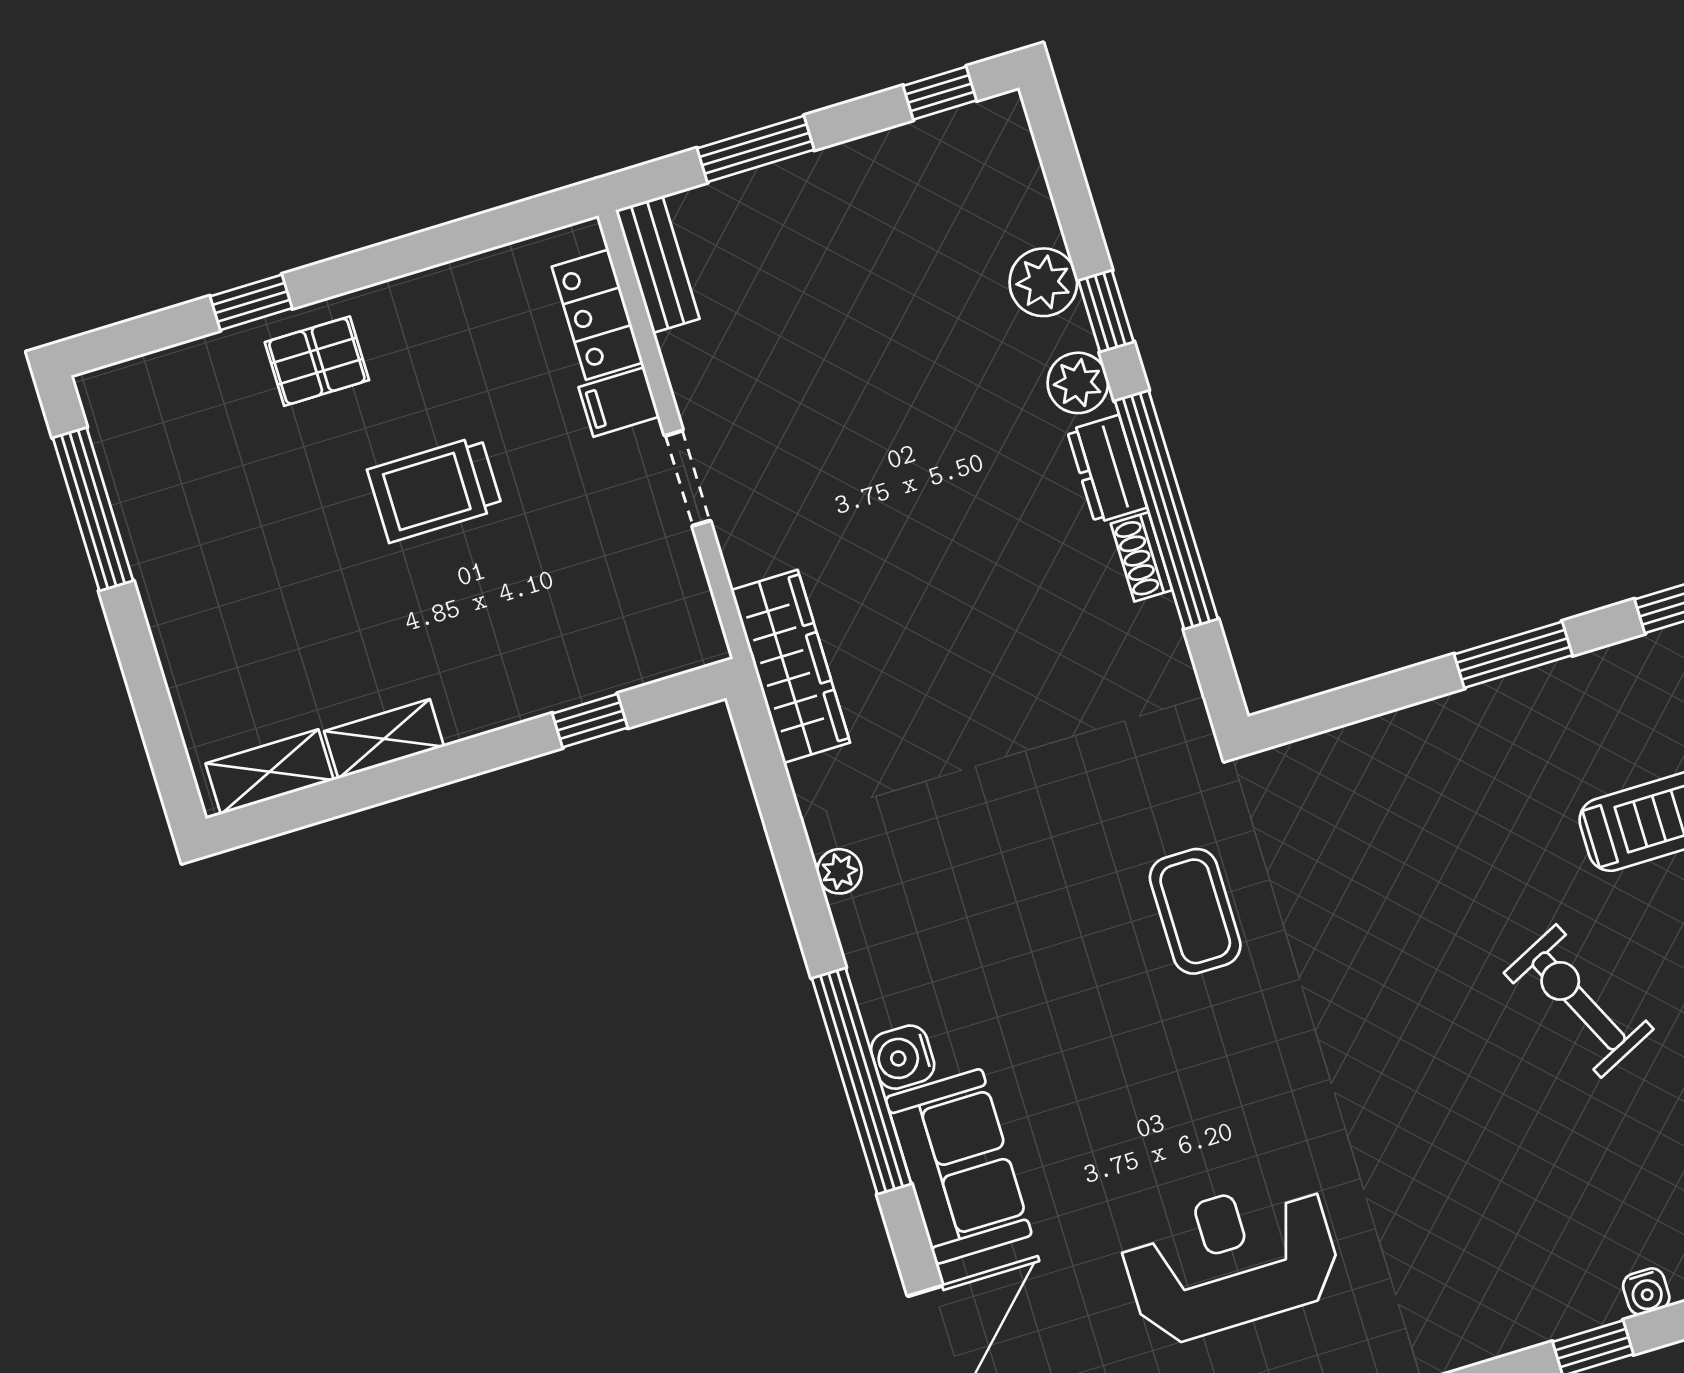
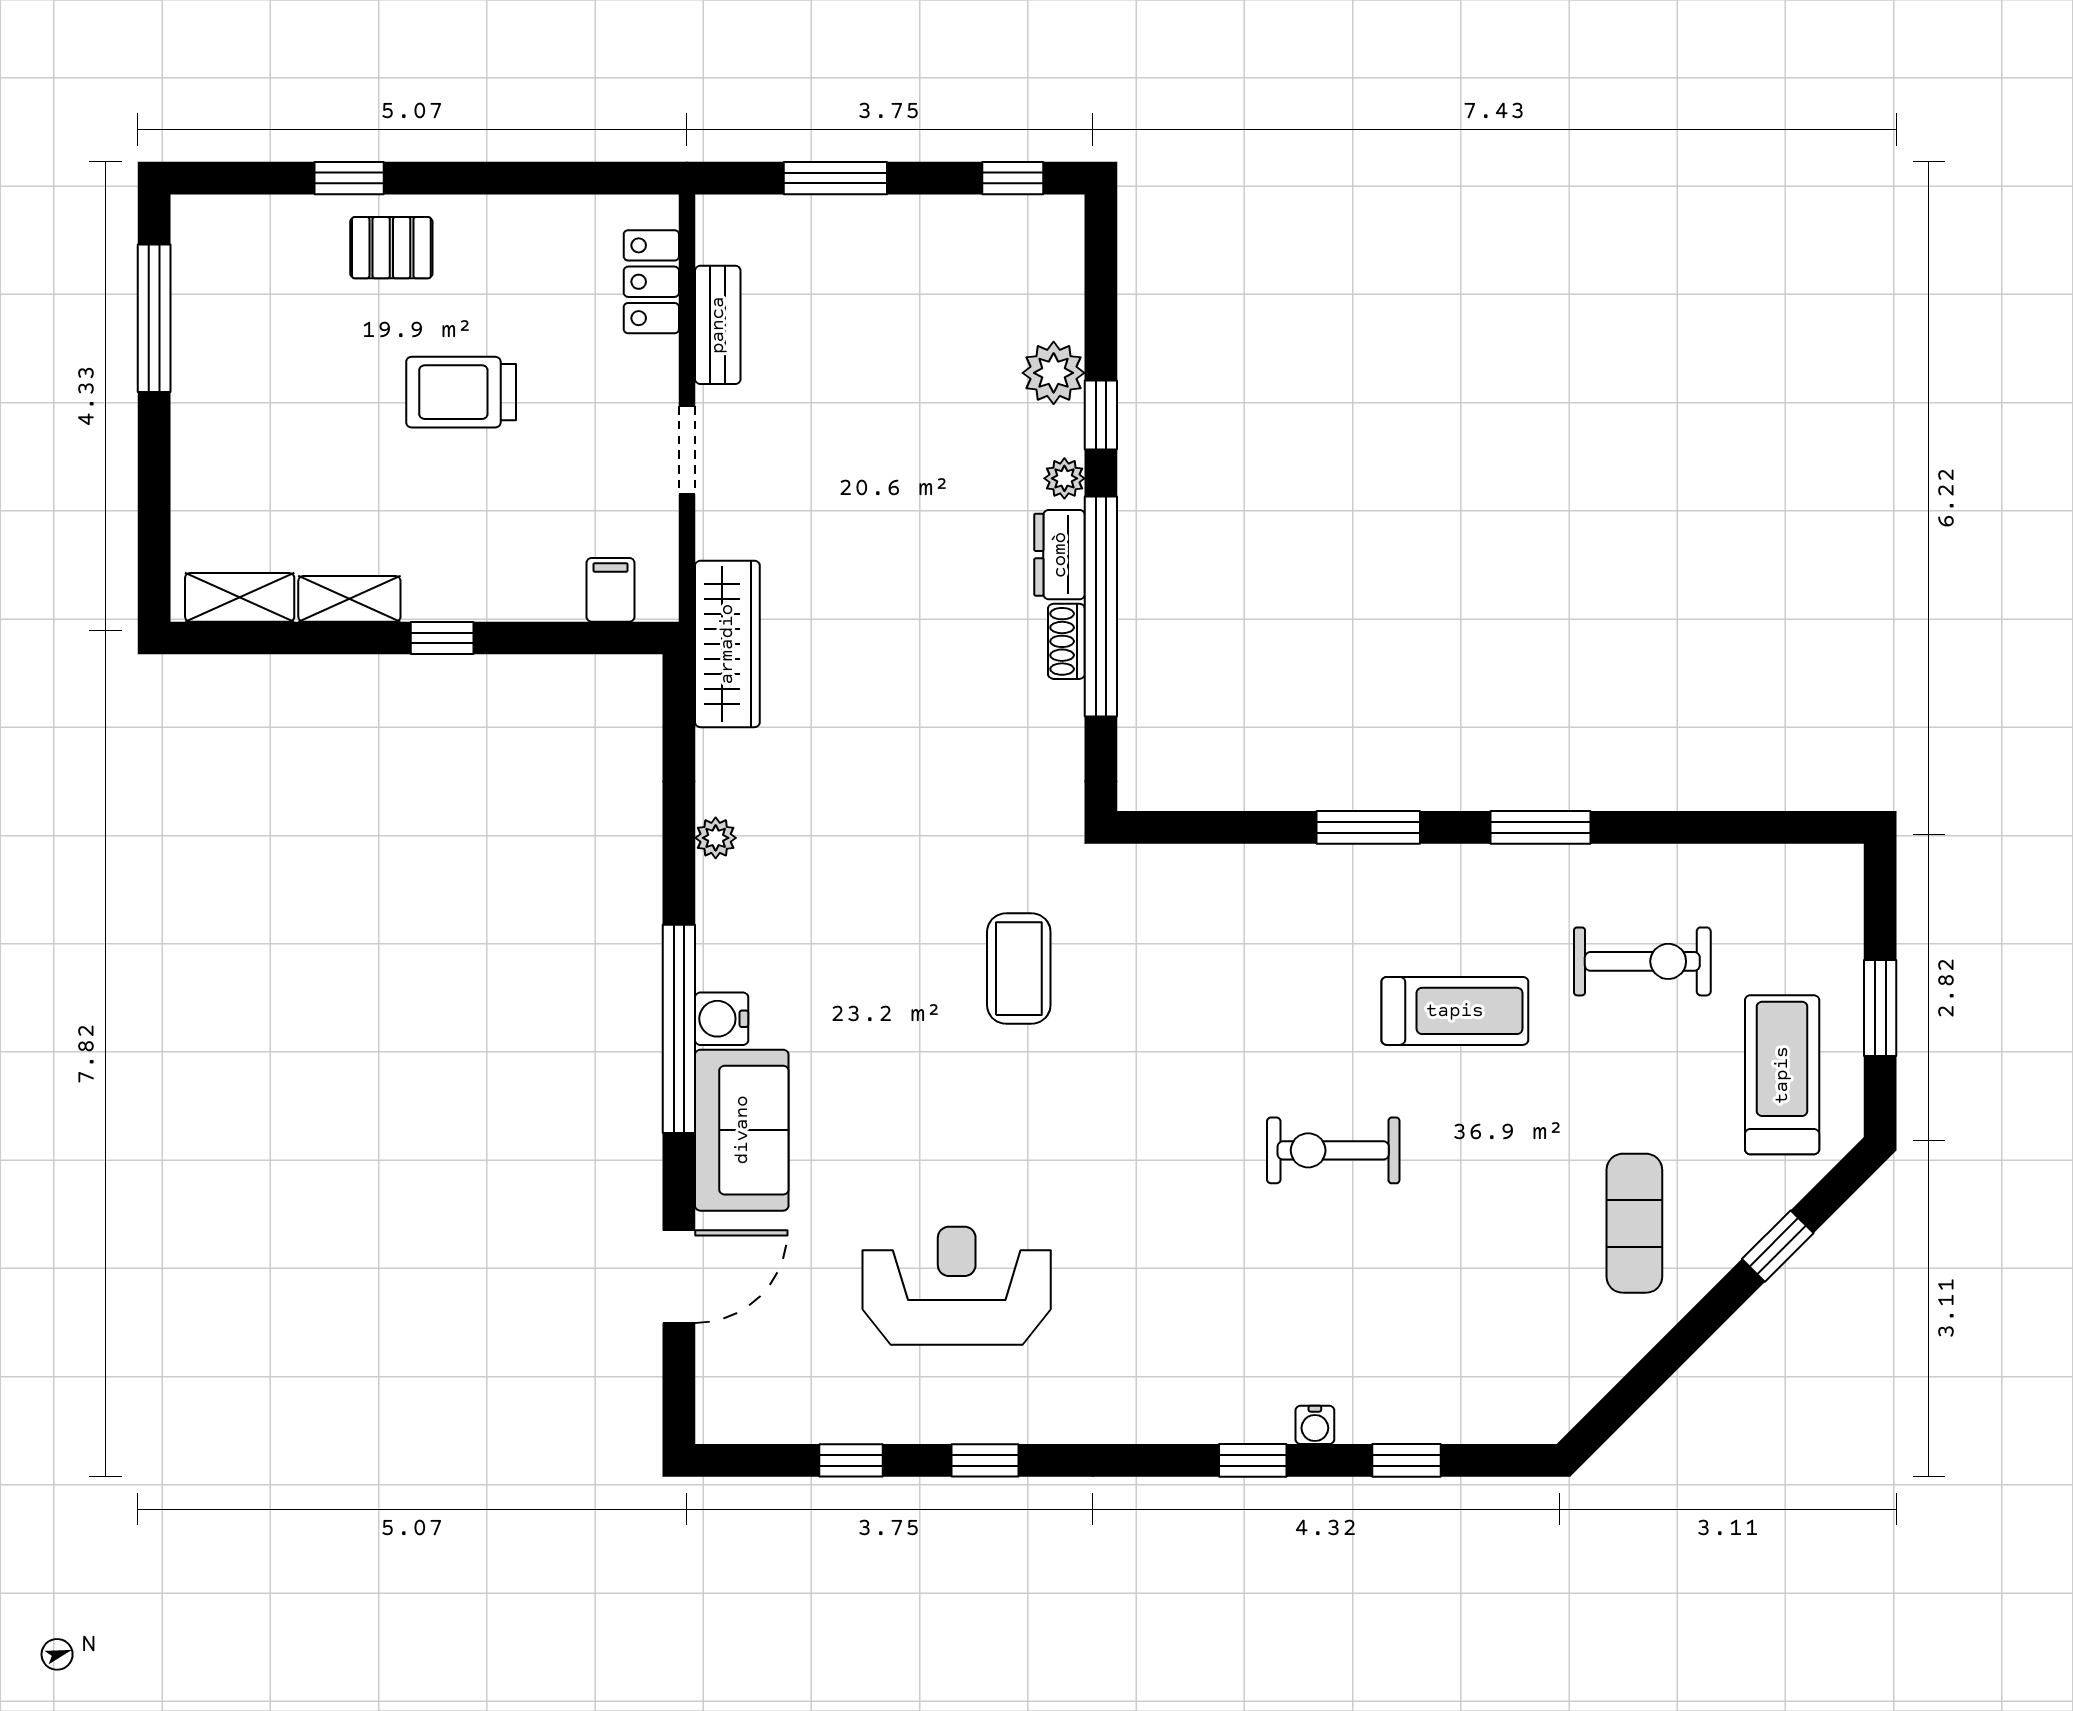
bench: (657, 264) -> (718, 325), moved
plant: (1078, 383) -> (1064, 478), width x0.73, depth x0.73
filing cabinet: (619, 402) -> (610, 590), moved, turned 90
window: (590, 721) -> (442, 638), moved
exercise bike: (1579, 1001) -> (1333, 1150), turned -64

